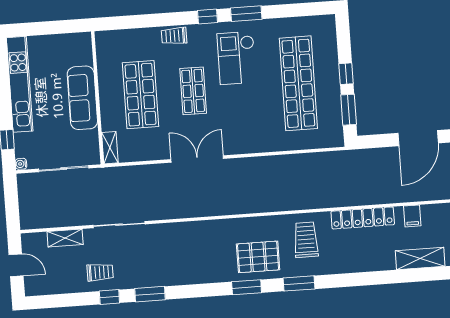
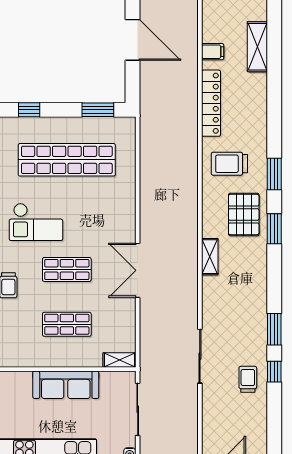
window: (346, 74) -> (29, 110), moved
shop shelf: (140, 95) -> (67, 324), width x0.70, depth x0.74
shelving: (65, 238) -> (210, 257), moved

